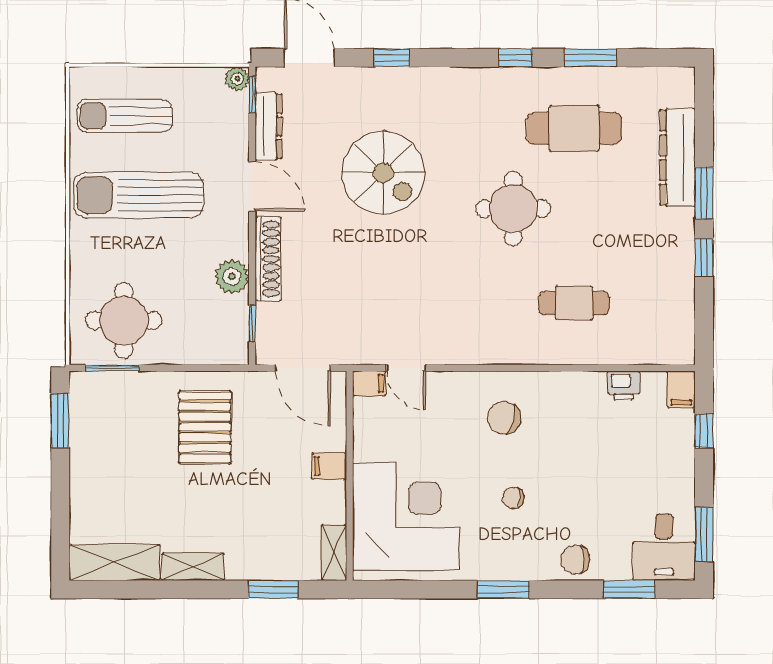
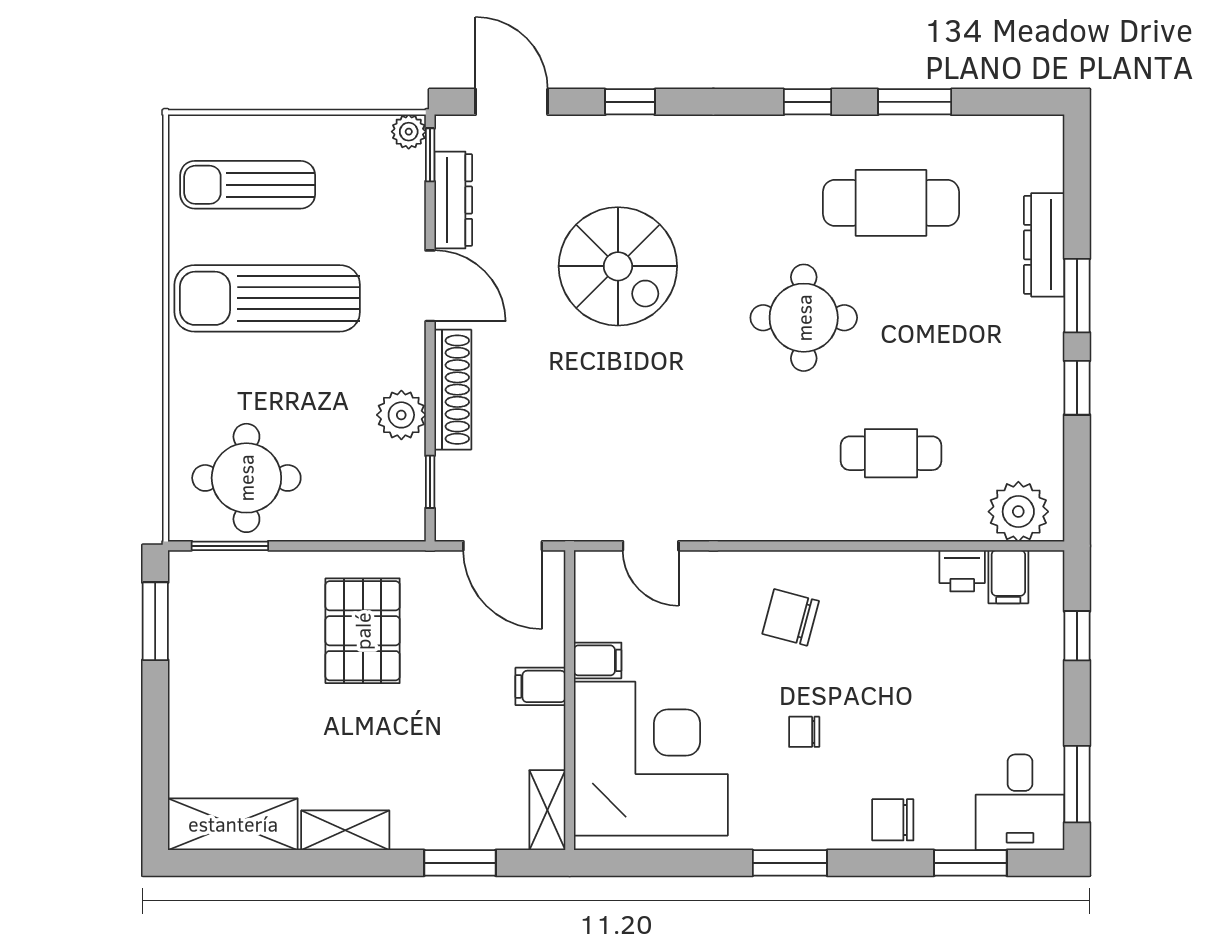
dresser: (678, 158) -> (1044, 245), width x0.73, depth x0.80
plant: (663, 344) -> (1018, 512), added
filing cabinet: (369, 383) -> (598, 660), moved
filing cabinet: (681, 389) -> (1008, 577), moved

